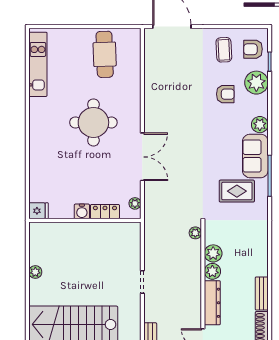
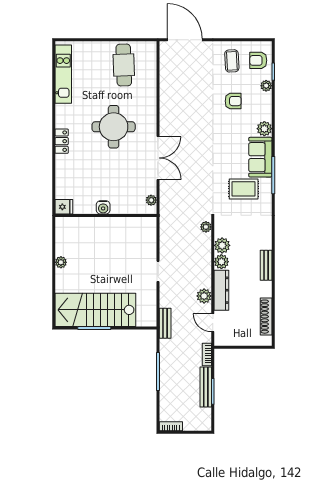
plant: (256, 83) -> (266, 86), width x0.53, depth x0.53
locker: (105, 212) -> (62, 141), moved, turned 90
bench: (262, 293) -> (266, 265), moved
plant: (193, 309) -> (204, 296), added

